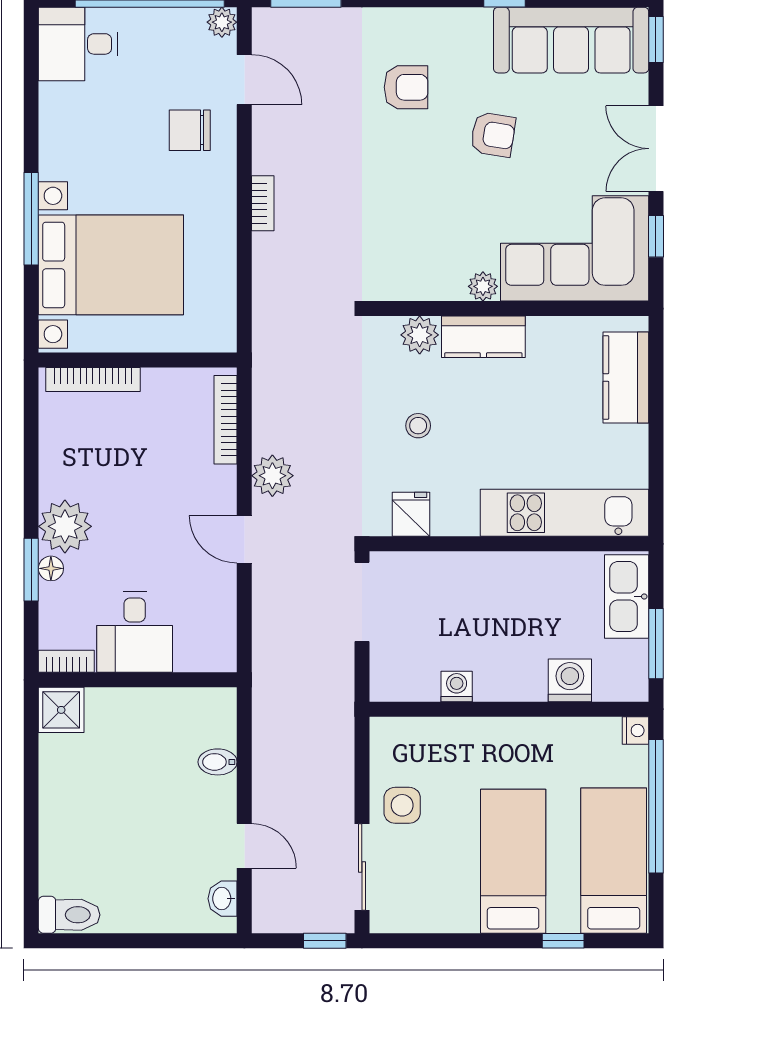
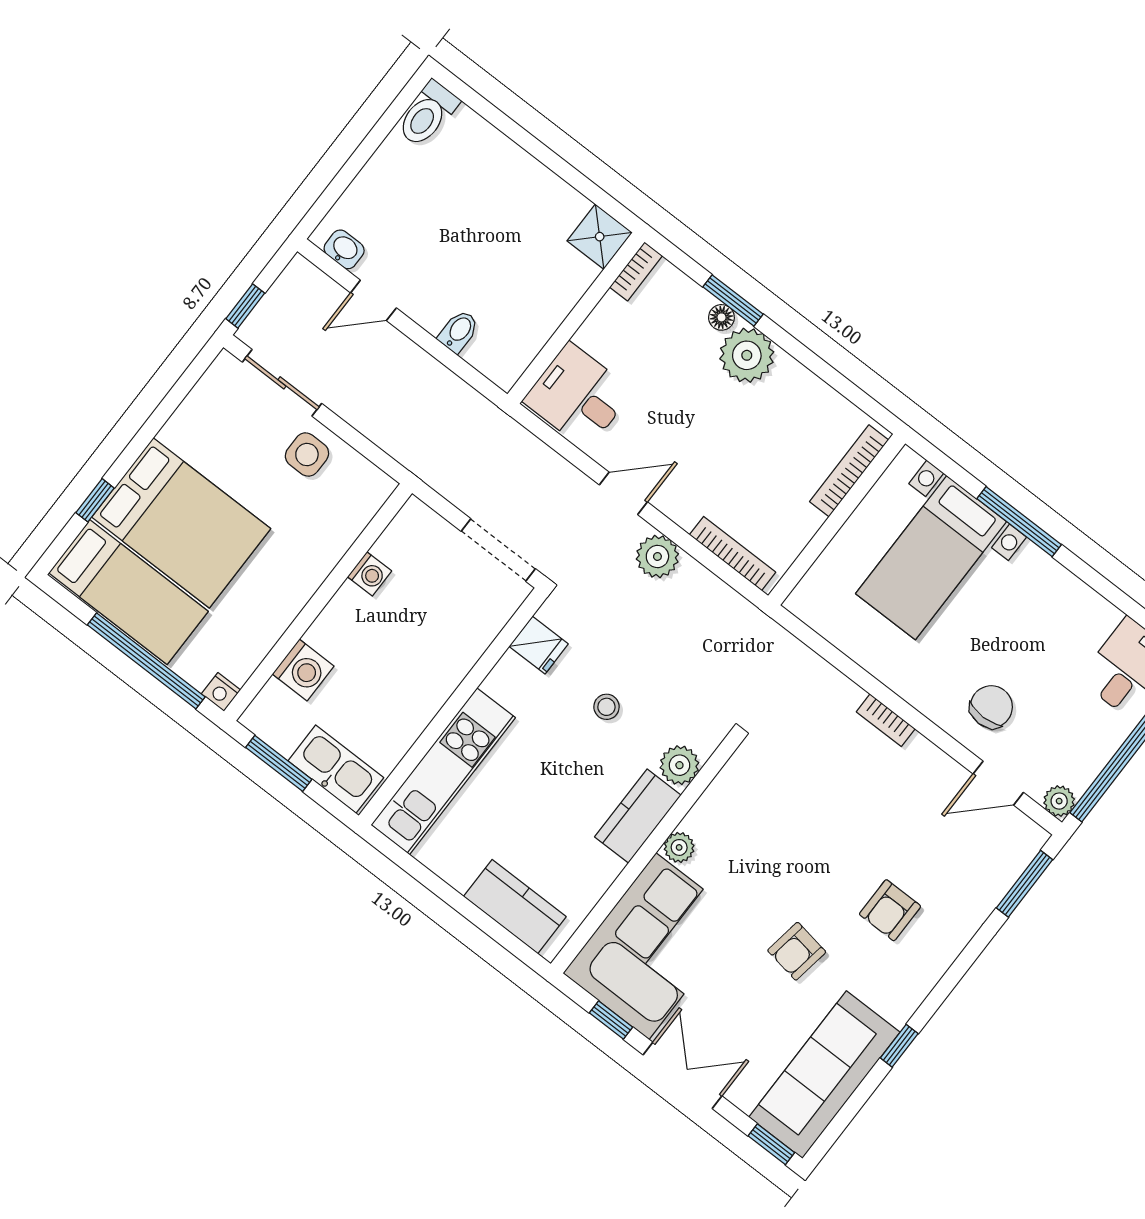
bed with nightstands: (111, 265) -> (931, 558), width x0.73
desk: (135, 632) -> (578, 396), moved
bed: (513, 861) -> (181, 523), width x1.50

